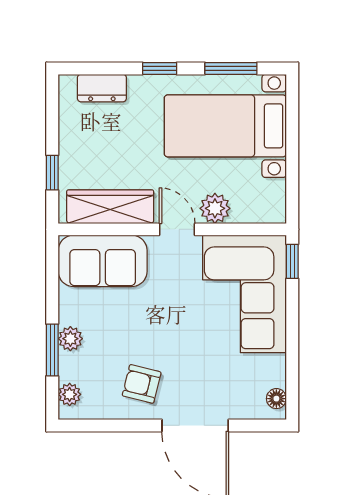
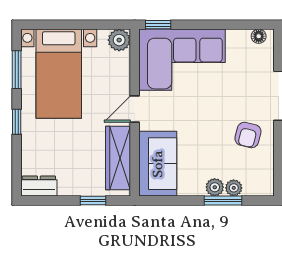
dresser: (102, 88) -> (39, 186), moved, turned -90
plant: (215, 208) -> (119, 40), moved
plant: (70, 394) -> (234, 188), moved

